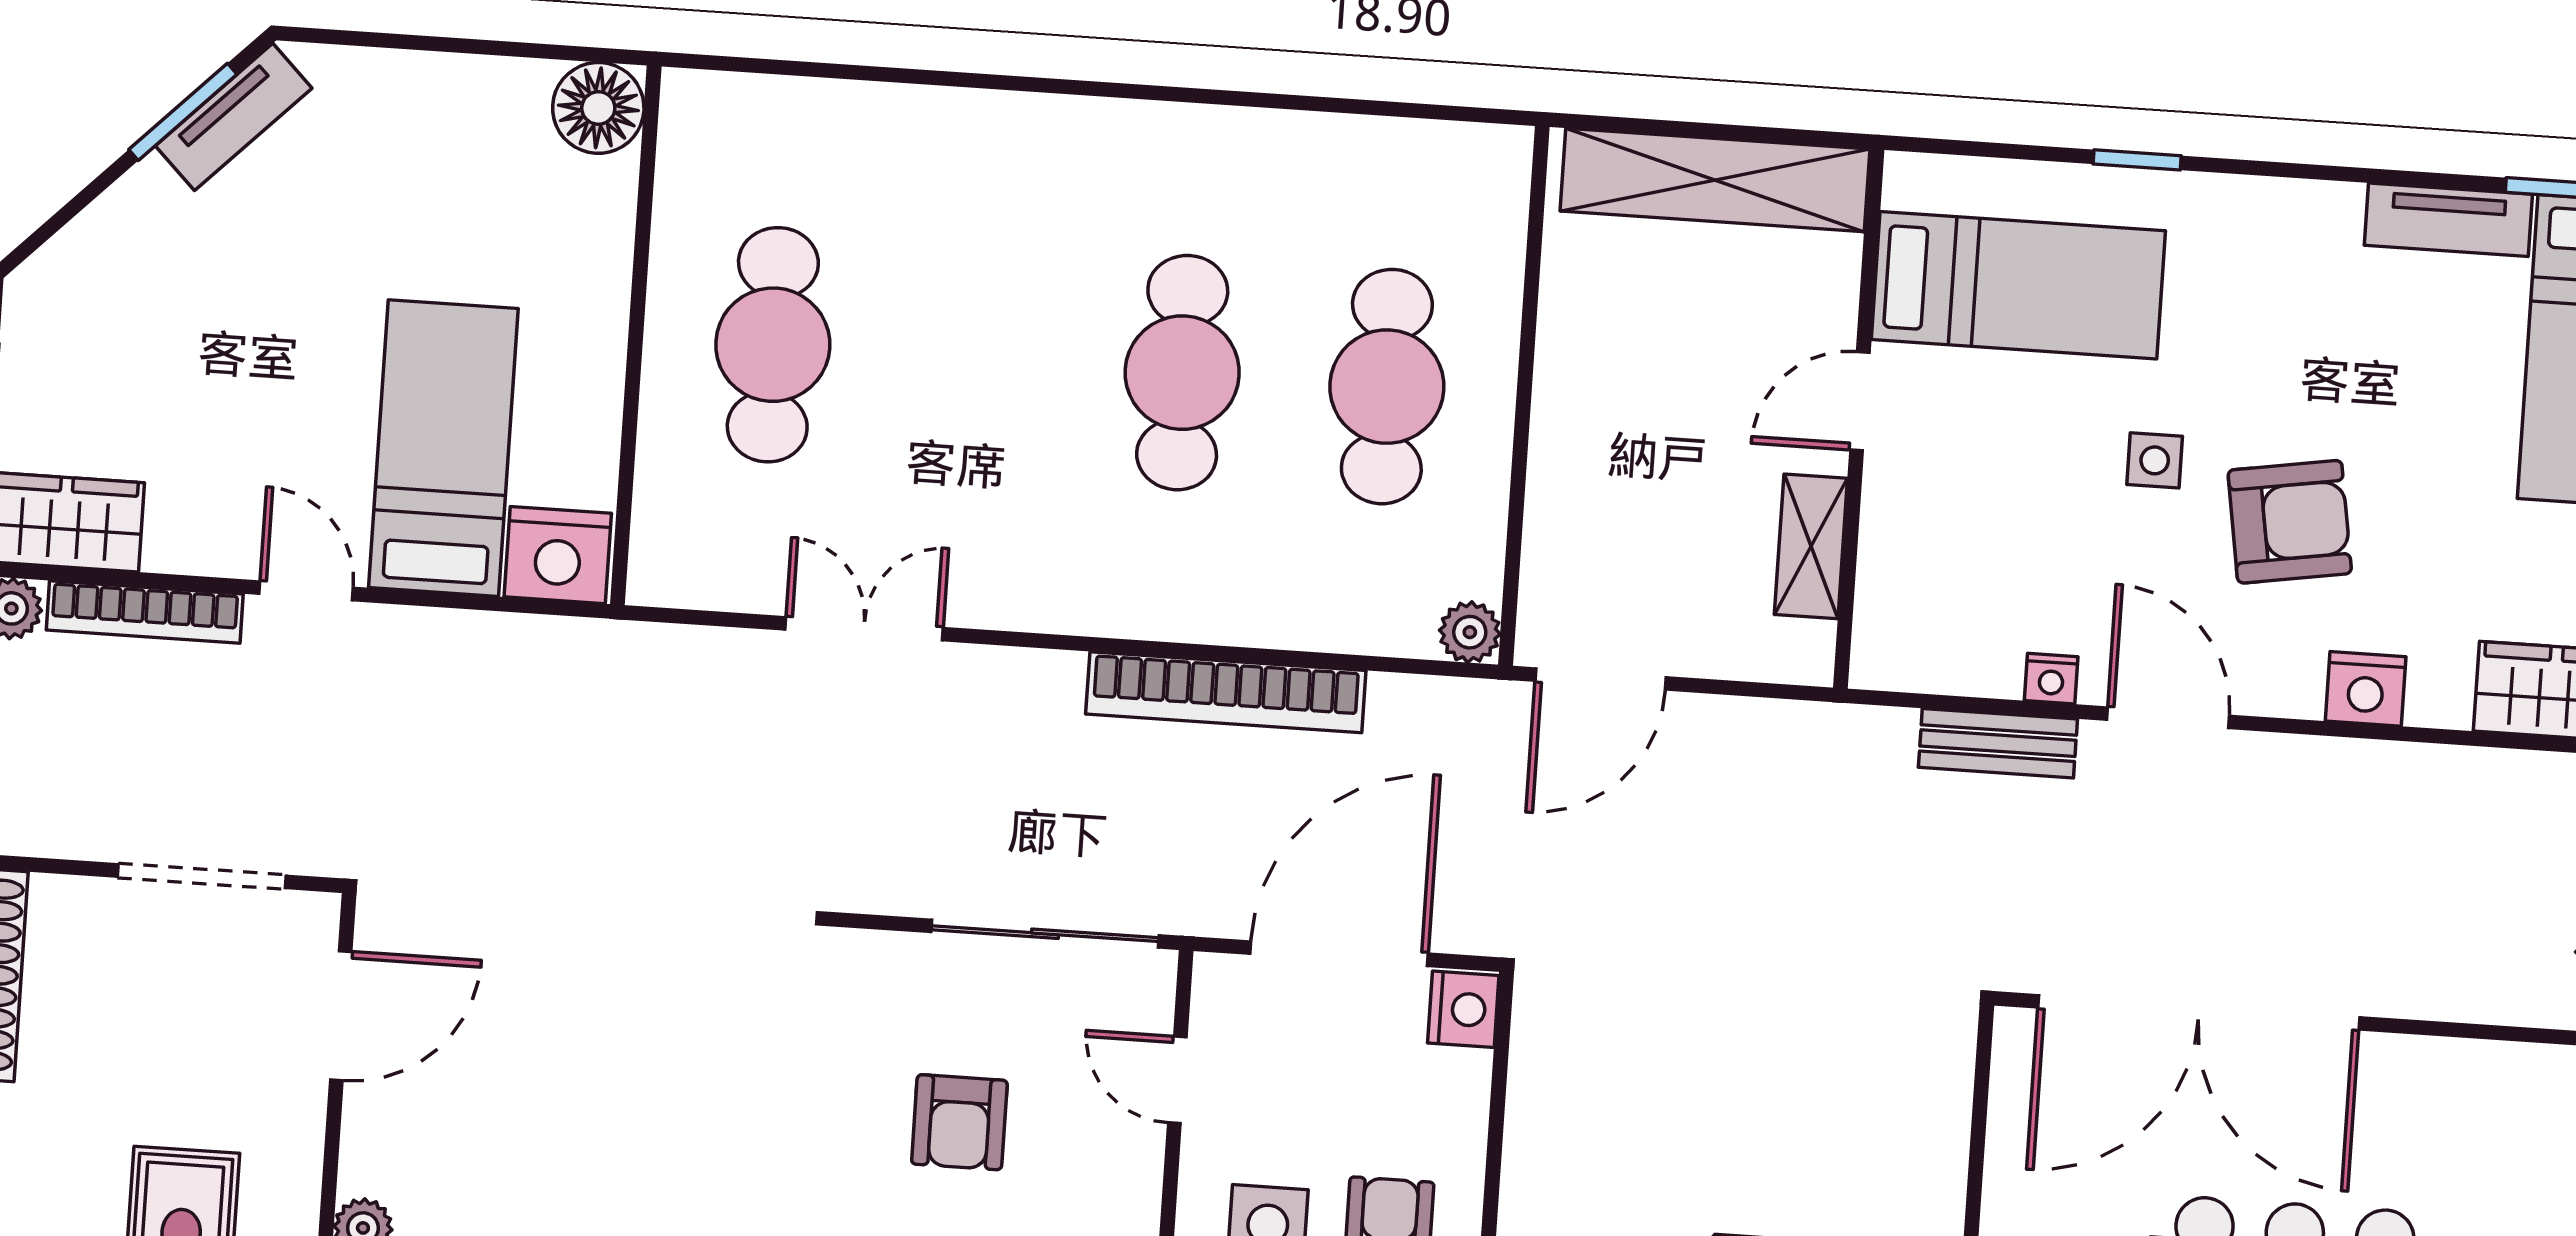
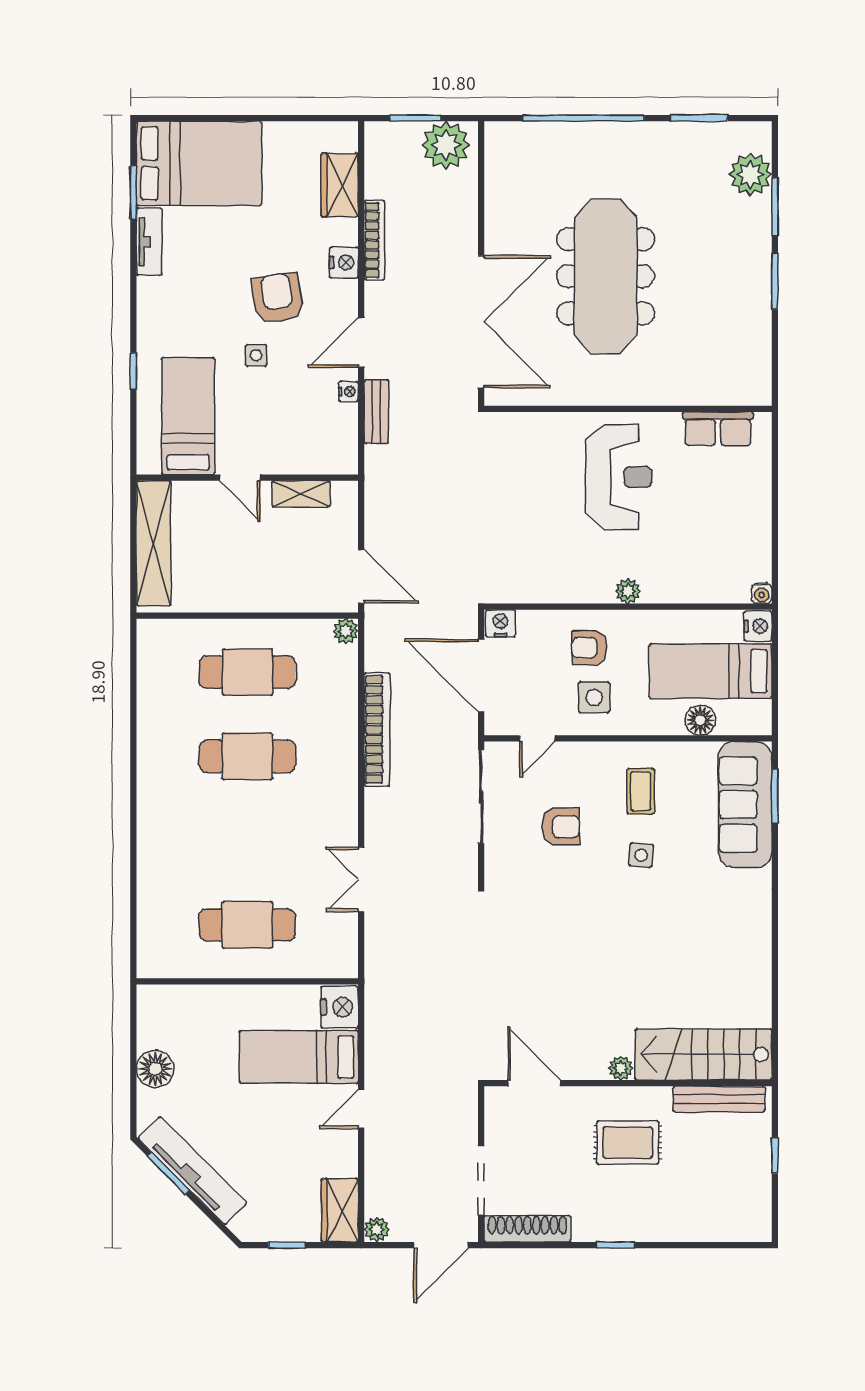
floor lamp: (598, 108) -> (155, 1069), moved
tv unit: (234, 117) -> (192, 1171), width x1.92, depth x1.29
bookcase: (145, 612) -> (374, 240), moved
doorway: (202, 876) -> (481, 1181), moved

